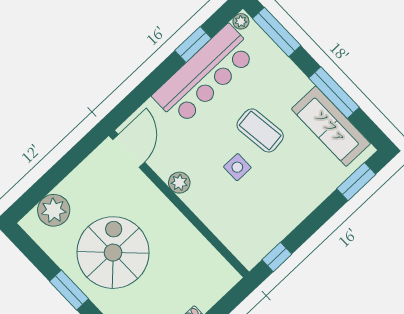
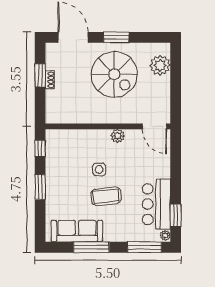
window: (193, 44) -> (176, 215), moved
bar counter: (205, 75) -> (156, 204), width x0.73
window: (356, 182) -> (40, 187), moved

